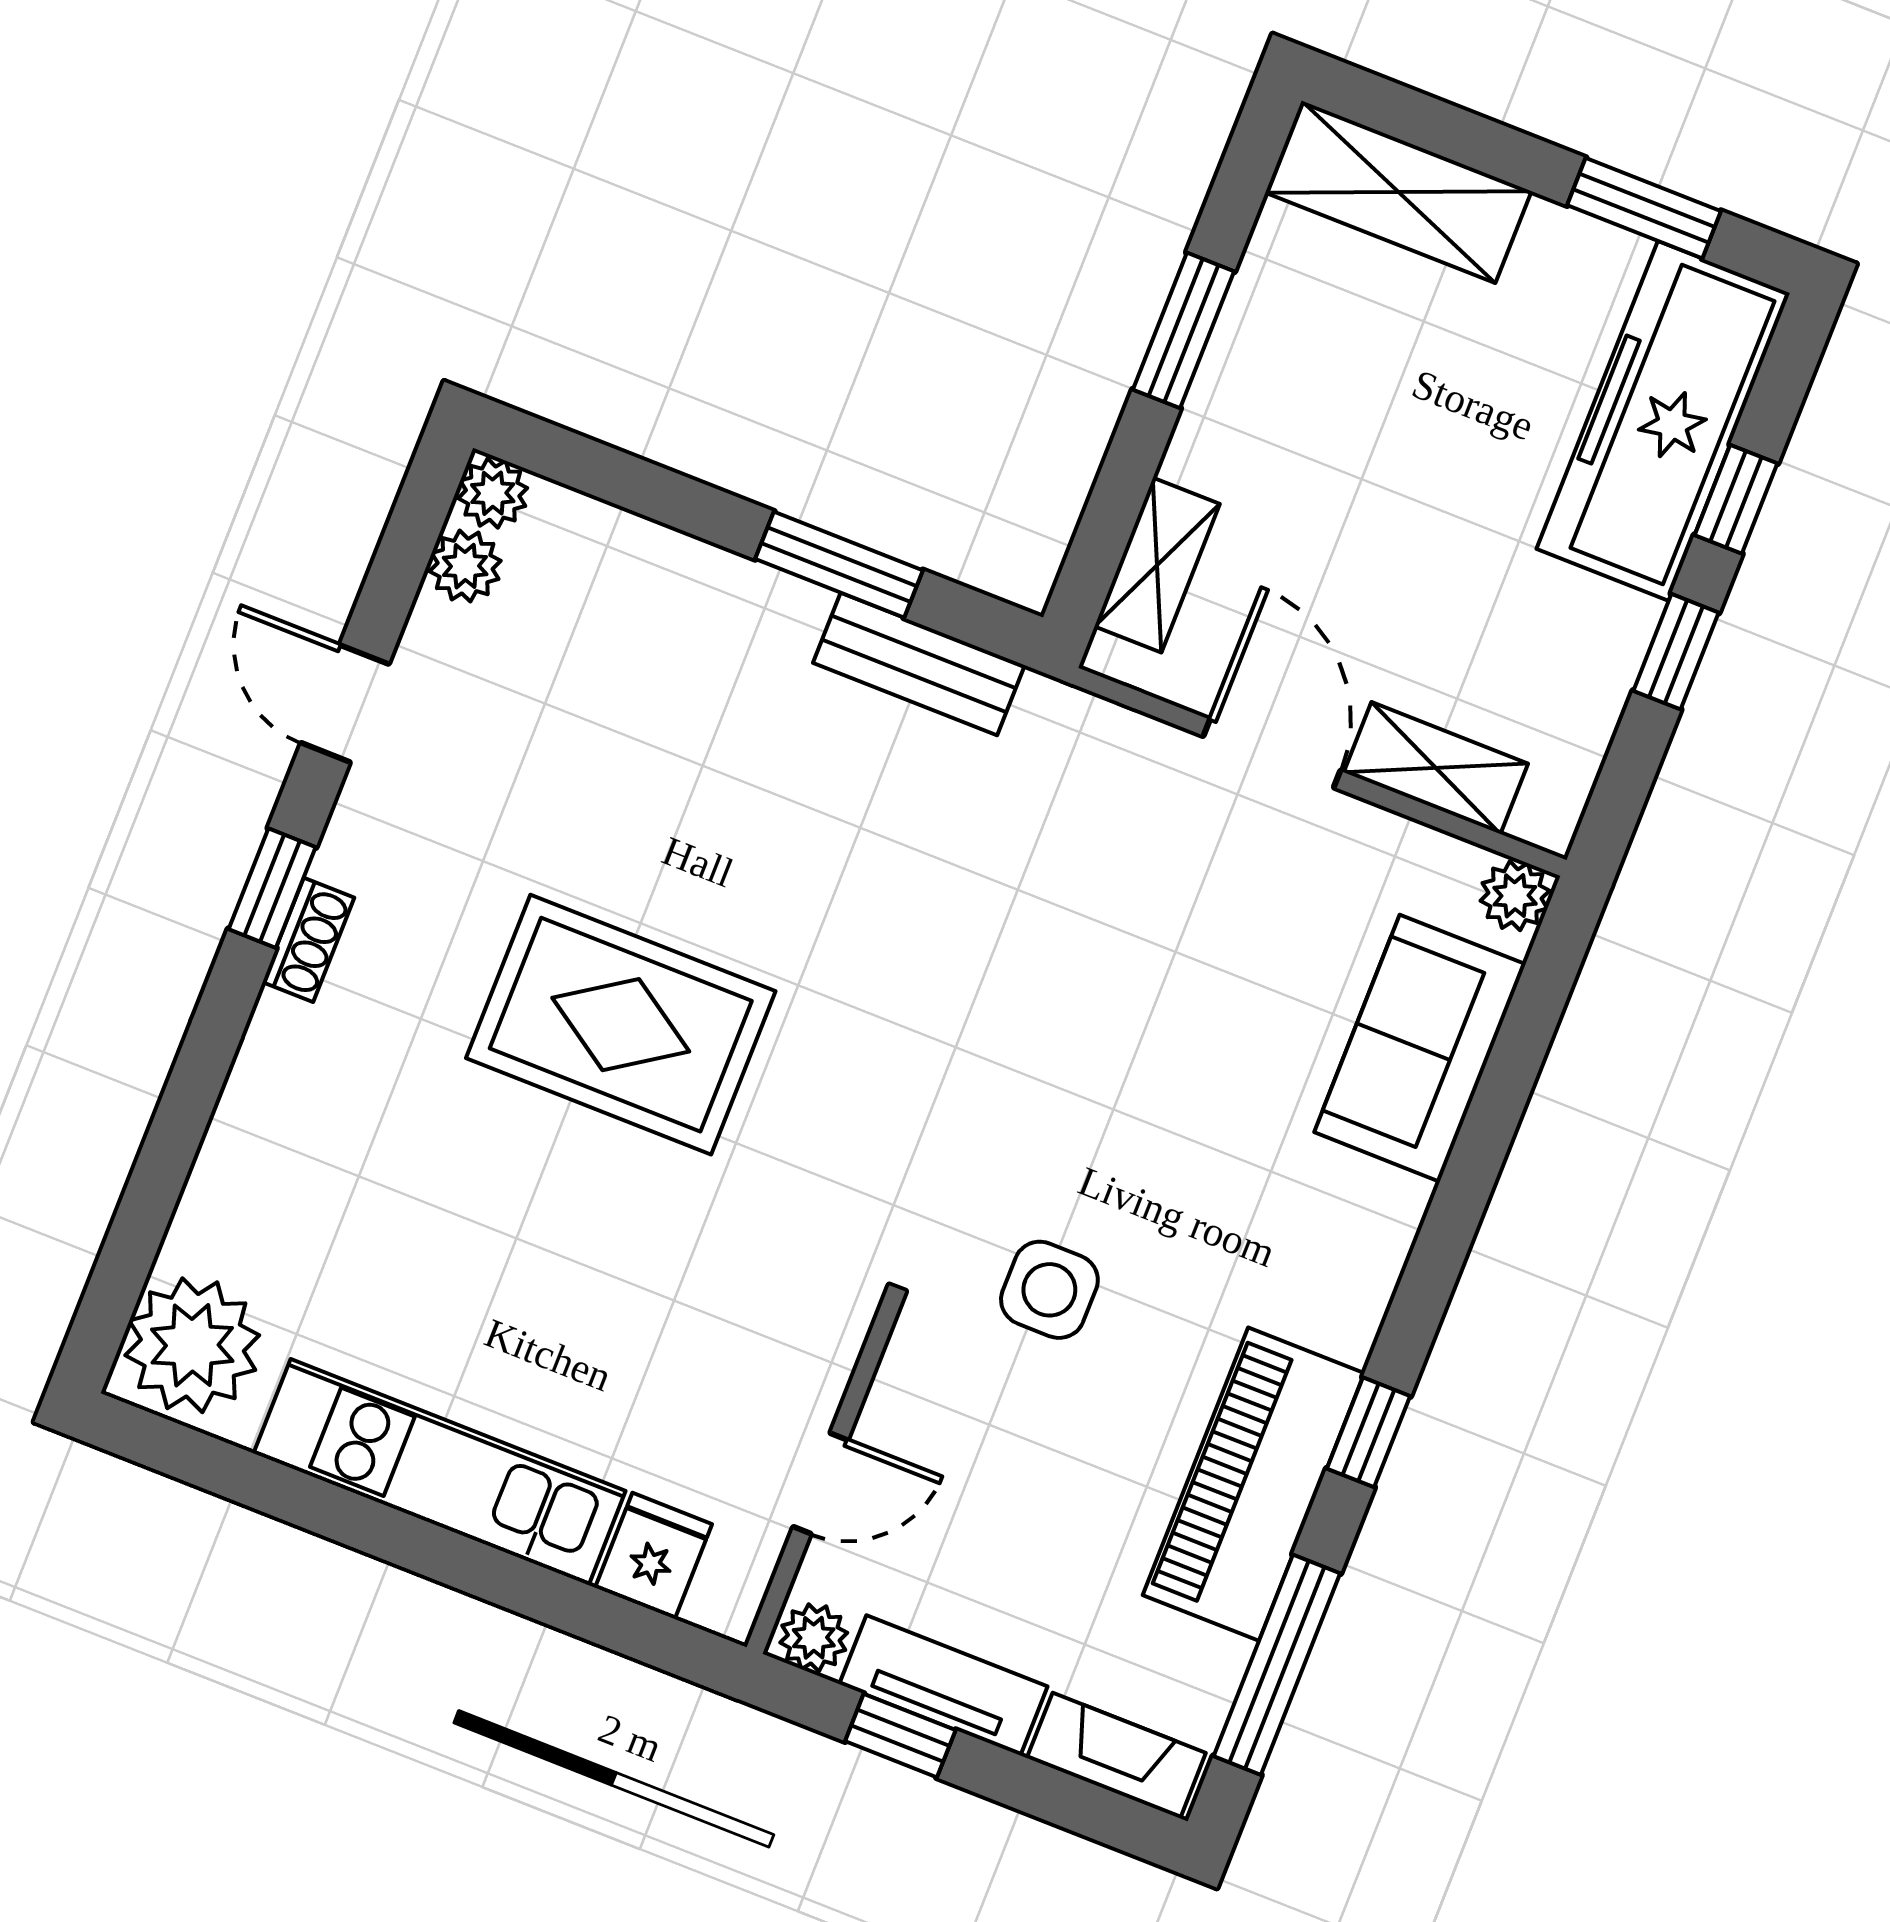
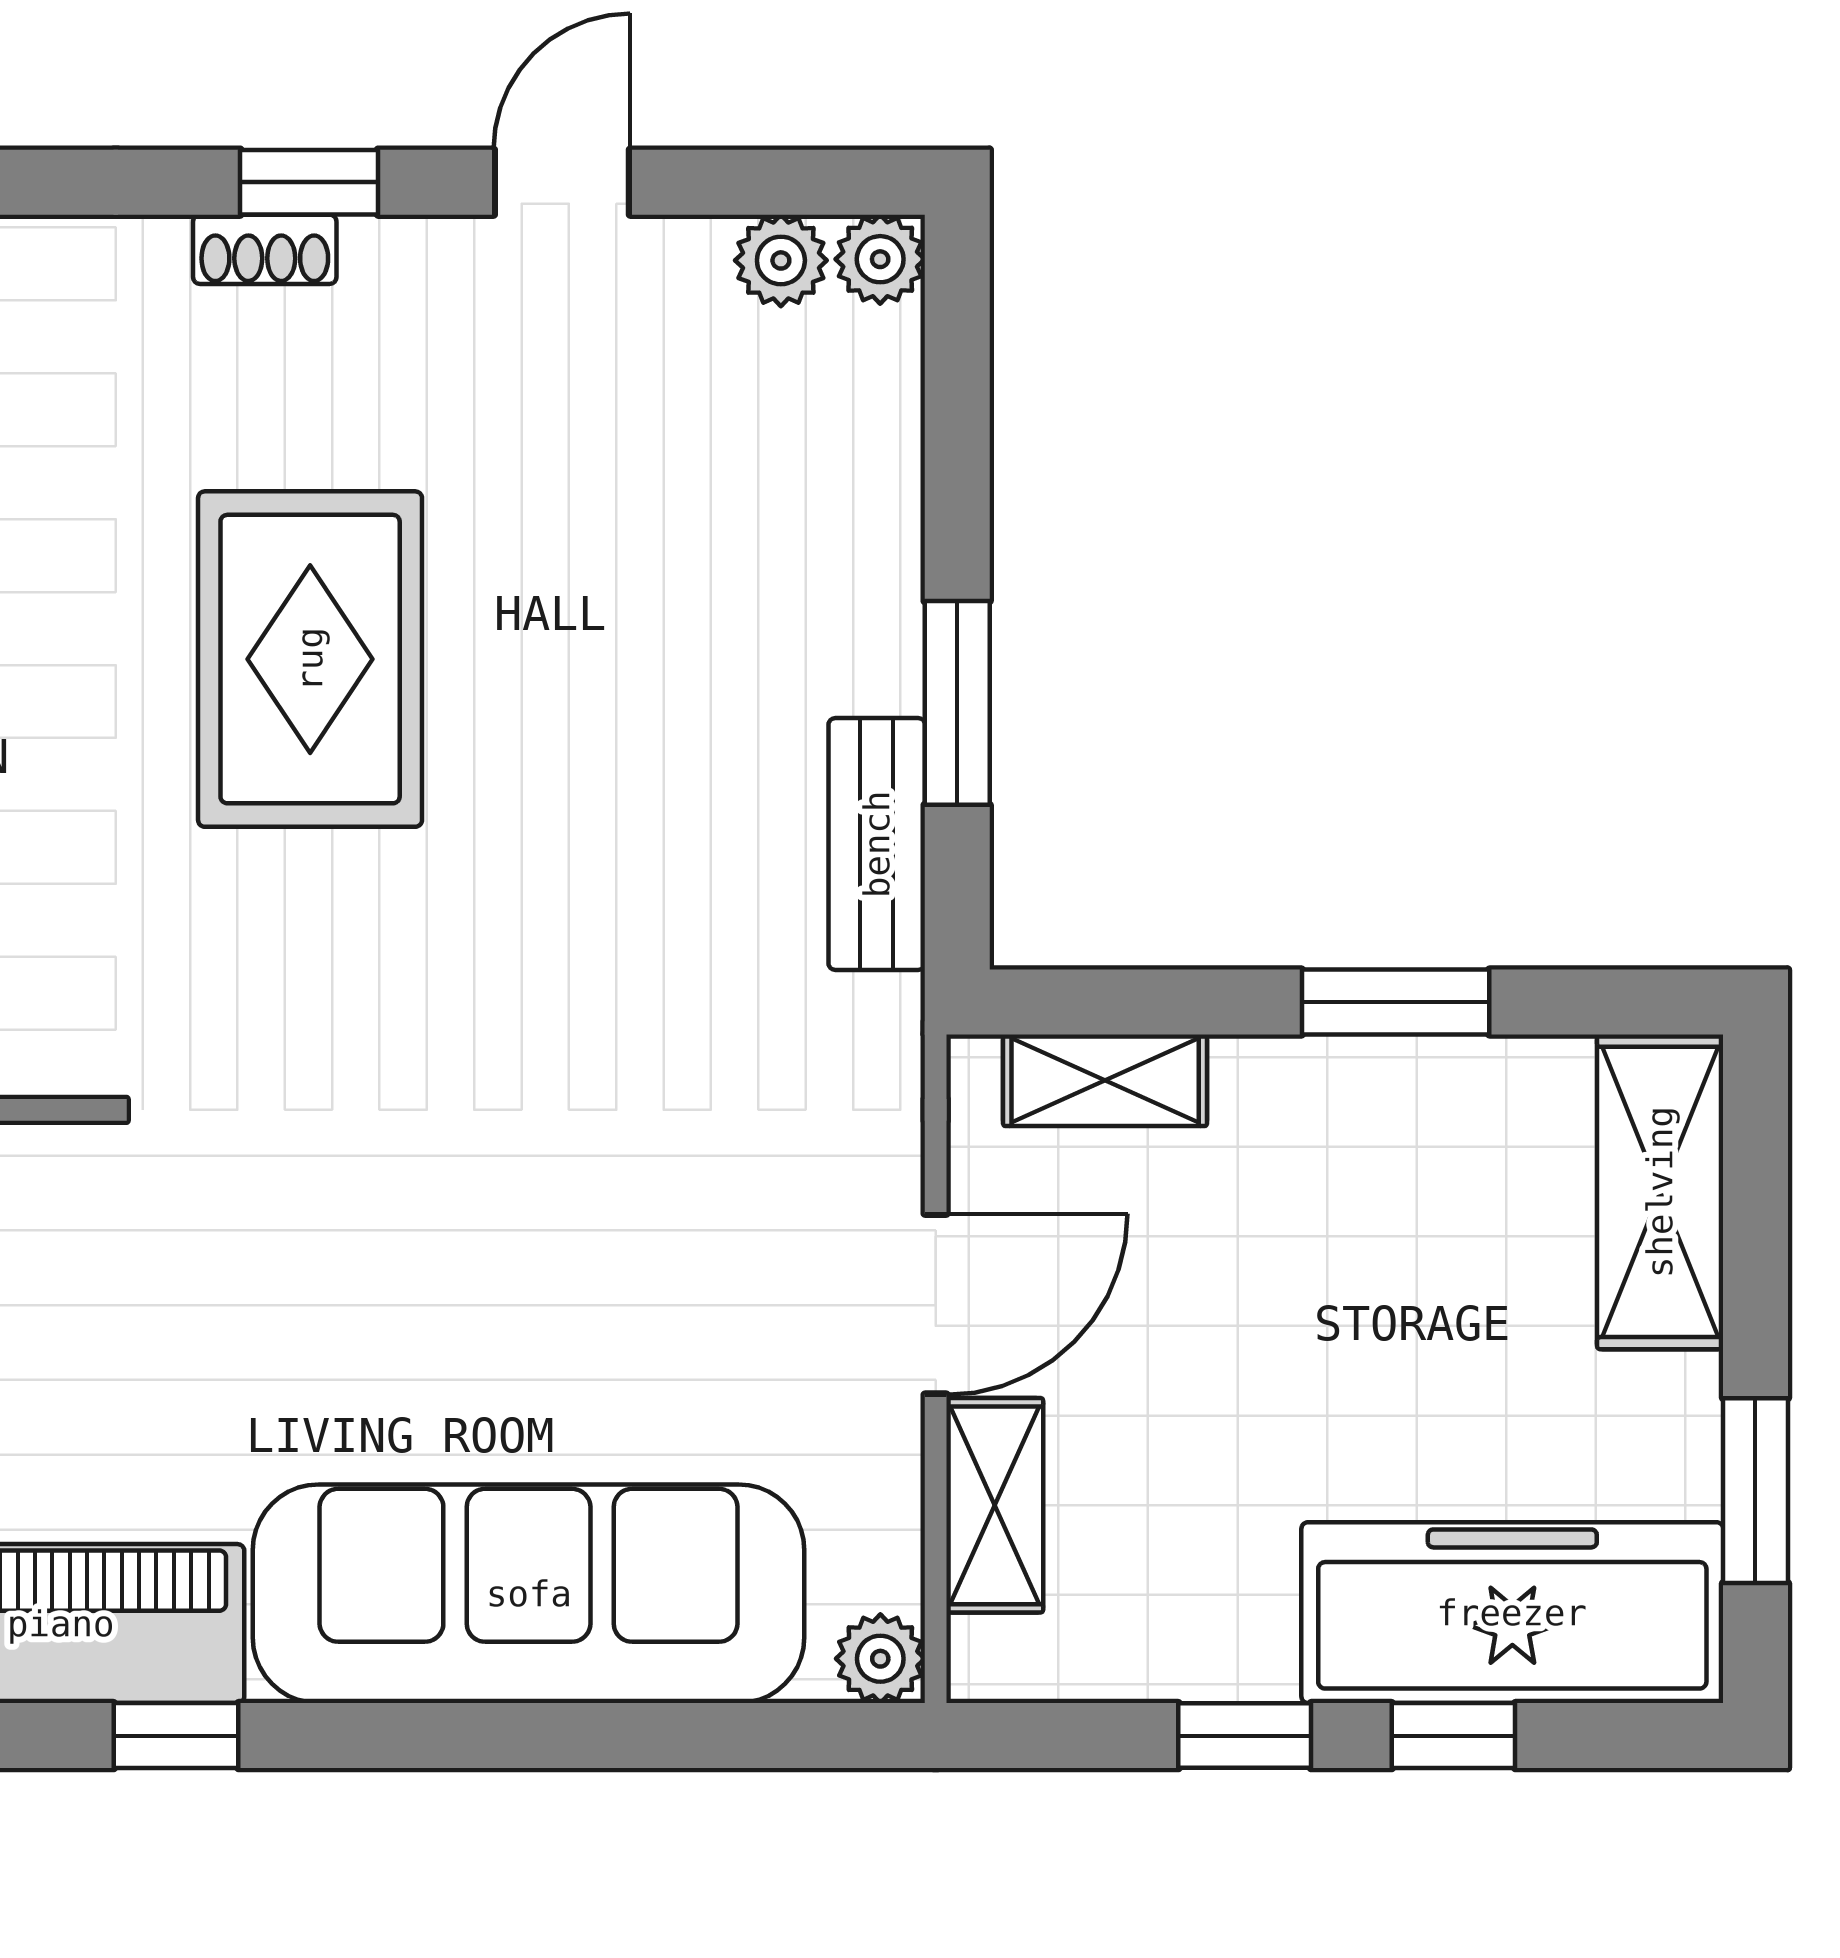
sofa: (1420, 1048) -> (529, 1594), width x1.85, depth x1.27
side table: (1049, 1290) -> (196, 1291), removed

